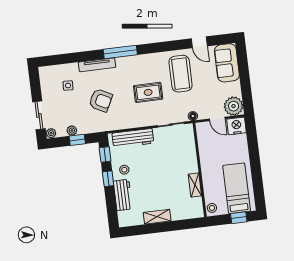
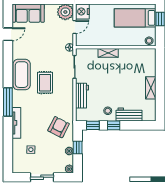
coffee table: (181, 74) -> (22, 75), moved, turned 90
armchair: (101, 100) -> (59, 127), moved
sliding door: (39, 115) -> (42, 177), moved
workbench: (133, 138) -> (82, 96), width x0.73
shelving: (195, 185) -> (108, 53), moved

